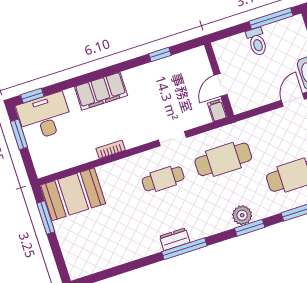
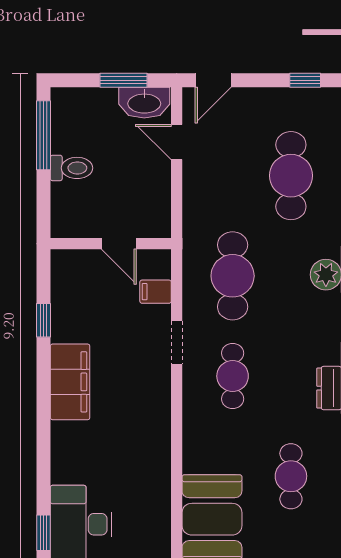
filing cabinet: (101, 91) -> (70, 382), moved
filing cabinet: (217, 110) -> (156, 292), moved
bookcase: (111, 149) -> (162, 441), removed
cafe table: (114, 233) -> (291, 476), added

